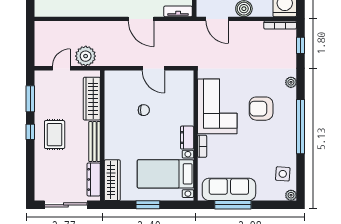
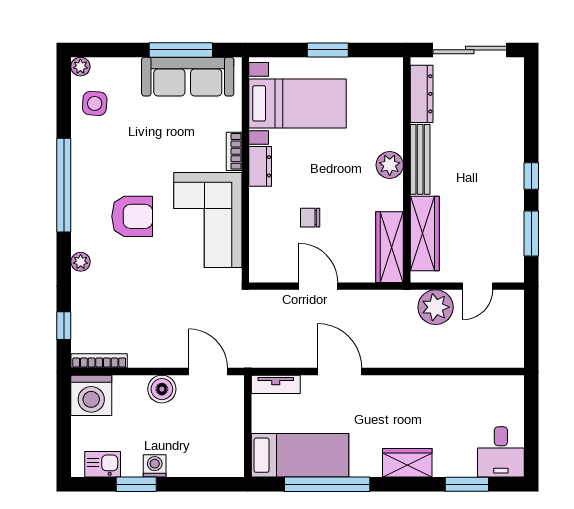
chair: (144, 110) -> (310, 218), moved
rug: (55, 135) -> (489, 171), removed
plant: (112, 138) -> (390, 165), added
wardrobe: (112, 180) -> (389, 247), moved

